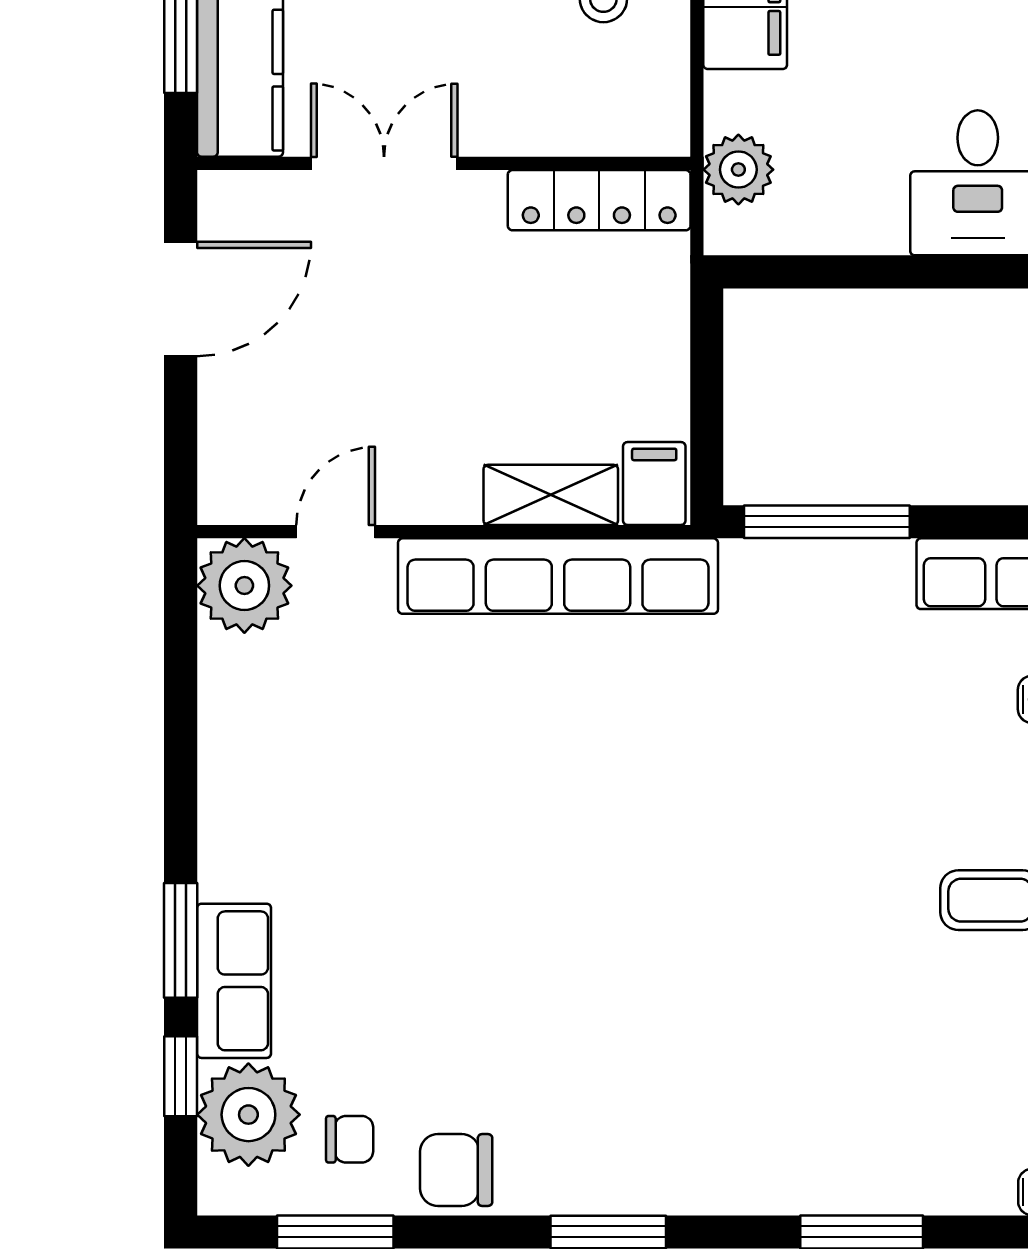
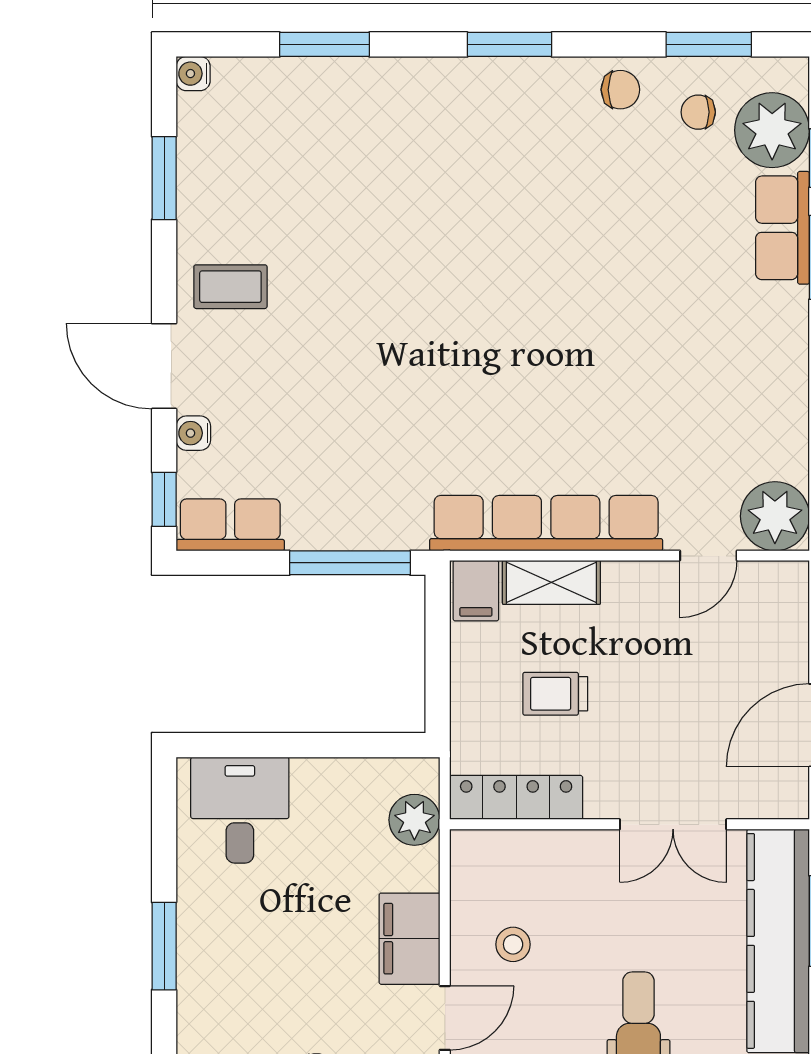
trolley: (546, 342) -> (555, 694), added
chair: (456, 1170) -> (620, 90), width x0.73, depth x0.73

